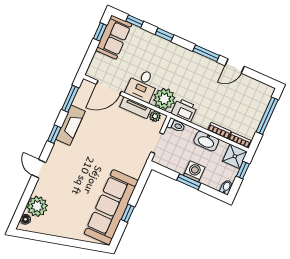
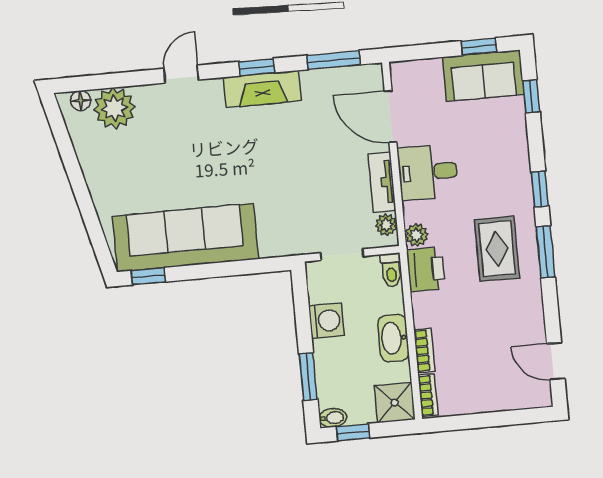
window: (164, 35) -> (540, 189), moved
door: (235, 66) -> (556, 361), moved
rug: (193, 74) -> (497, 249), added
plant: (164, 99) -> (416, 235), width x0.53, depth x0.53
window: (267, 116) -> (497, 419), removed
fireplace: (70, 125) -> (262, 89), moved
window: (243, 170) -> (353, 432), moved
washing machine: (194, 171) -> (326, 321), moved
window: (189, 182) -> (308, 376), moved
window: (128, 213) -> (148, 276), moved

